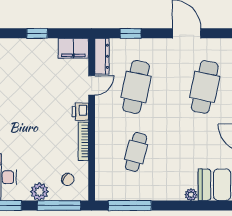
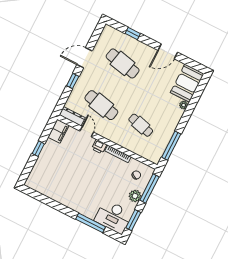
window: (131, 33) -> (73, 81), moved

